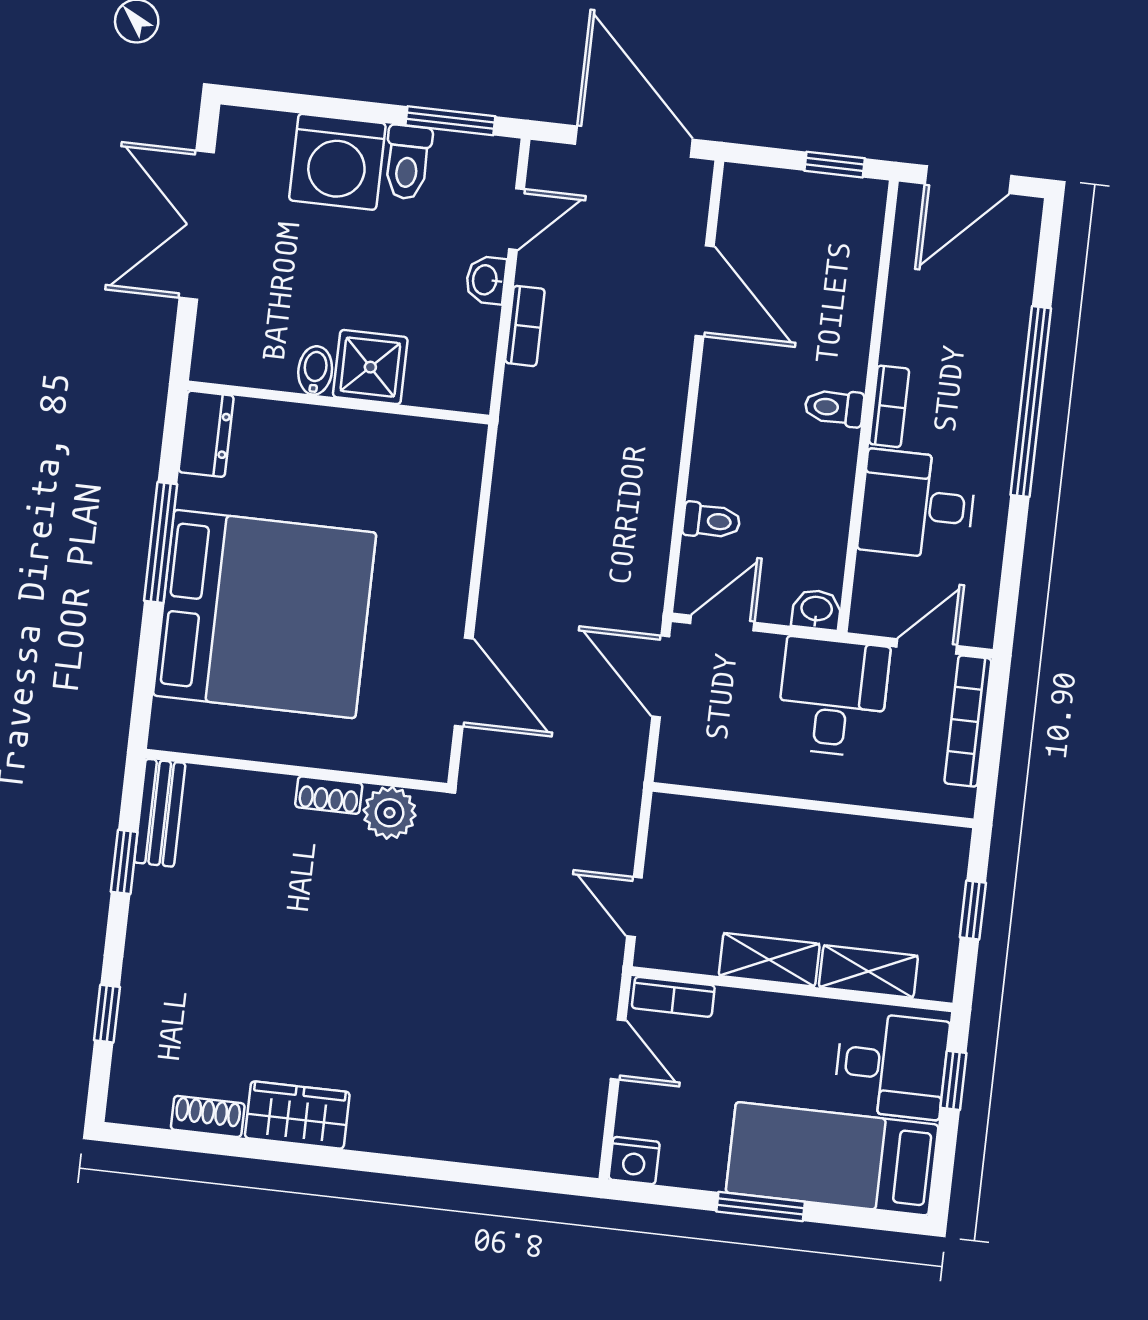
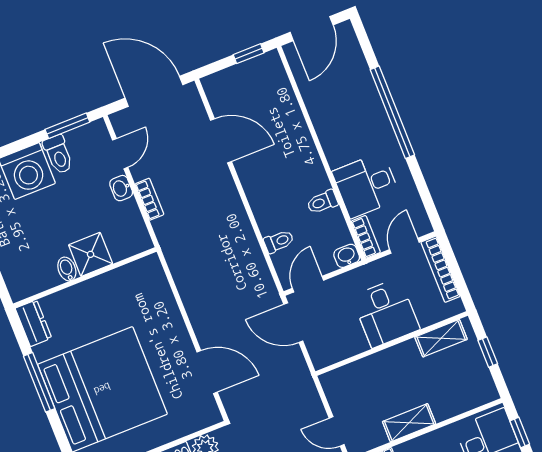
bookcase: (889, 406) -> (366, 237), moved
toilet: (834, 407) -> (322, 202), moved
desk: (833, 697) -> (386, 313), moved, turned 180
shelving: (868, 972) -> (441, 338), moved

